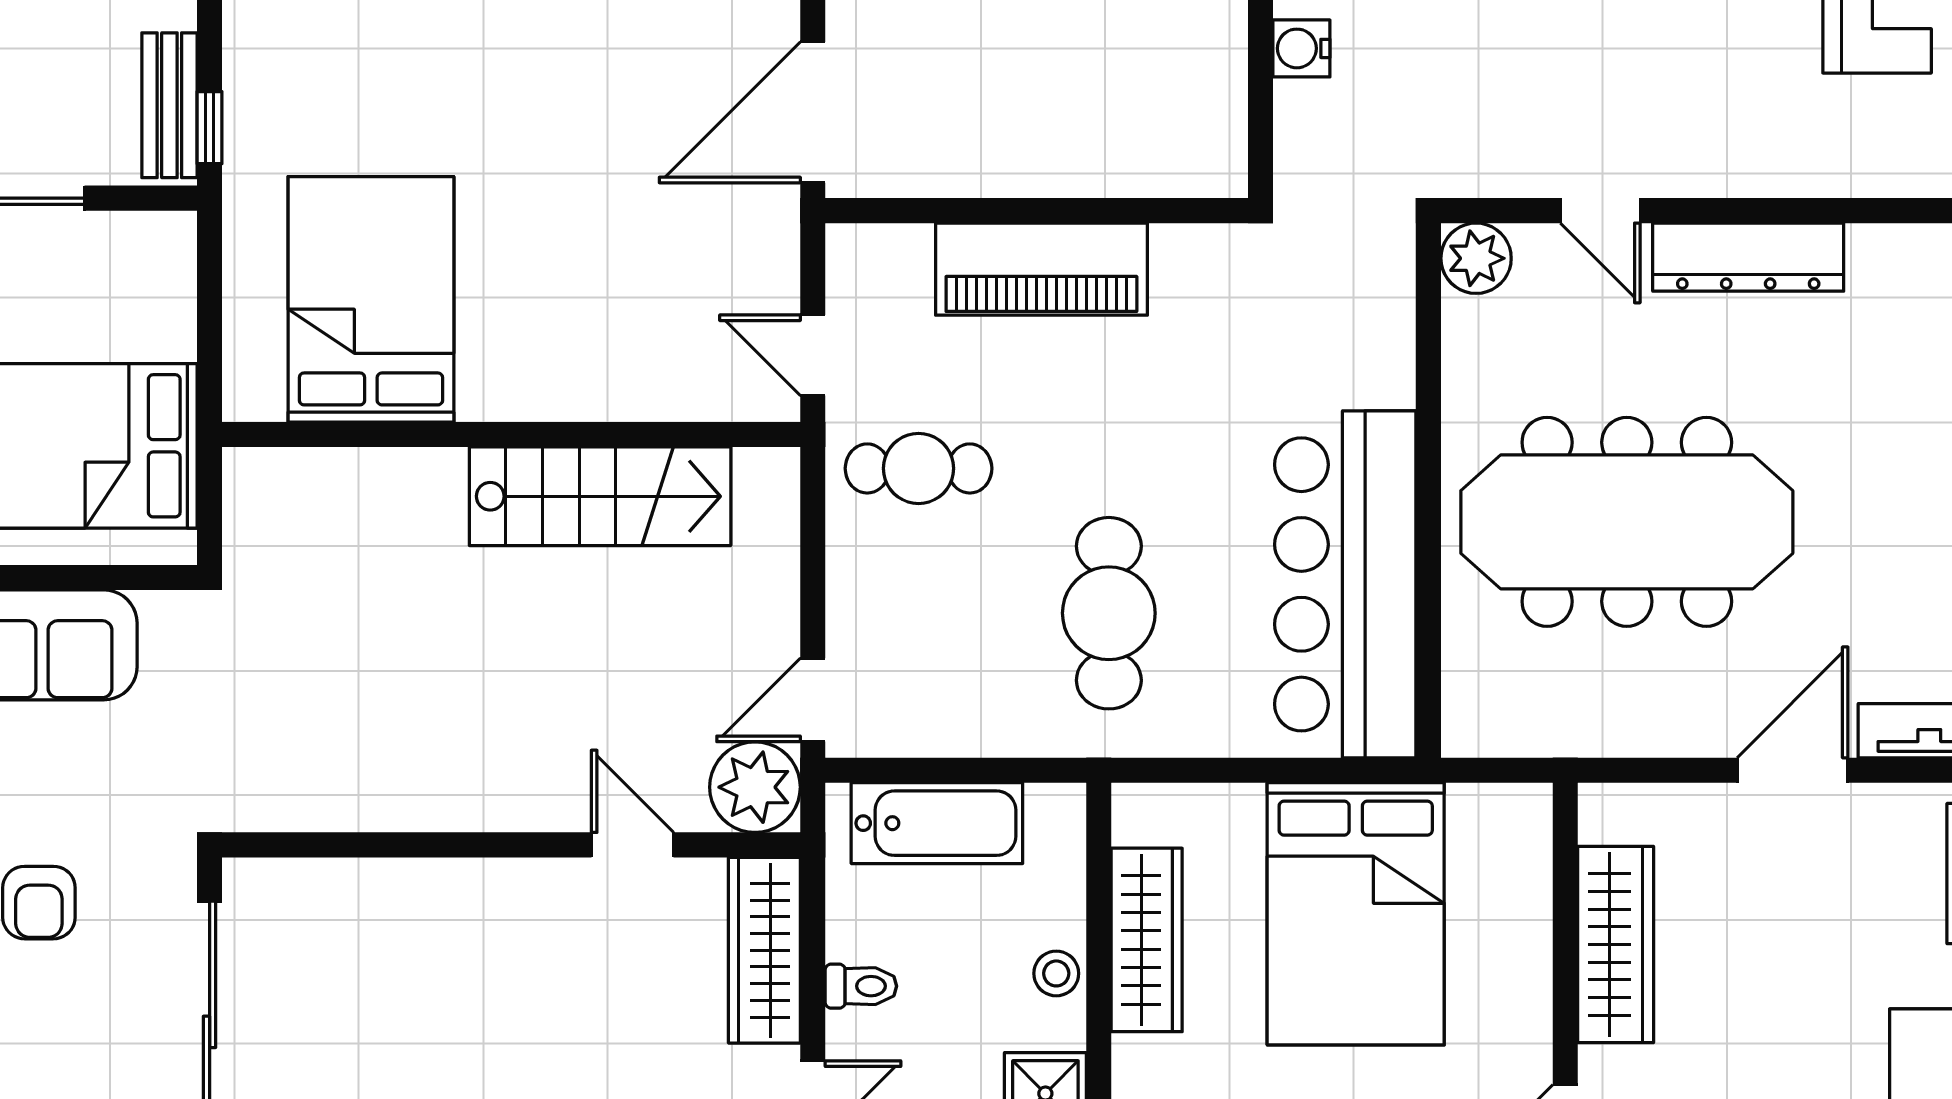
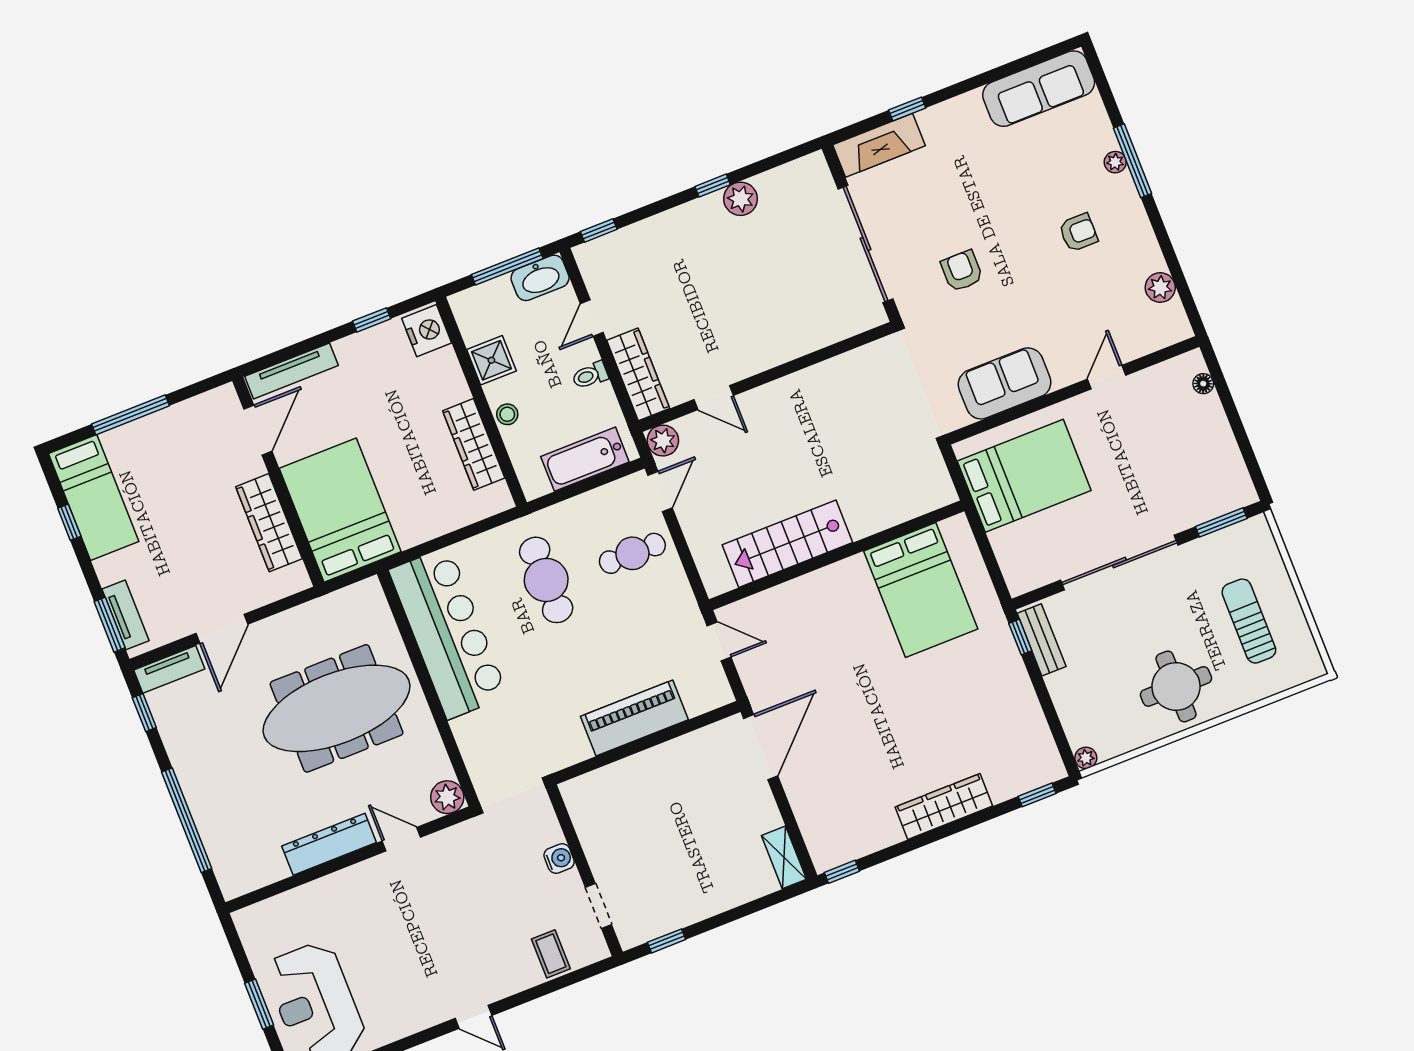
cafe table: (919, 468) -> (632, 553), moved
plant: (755, 787) -> (663, 441), width x0.73, depth x0.73
bed: (1356, 914) -> (340, 510), moved

